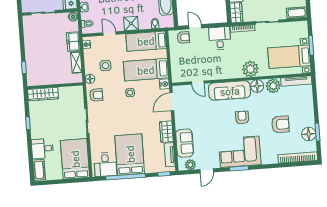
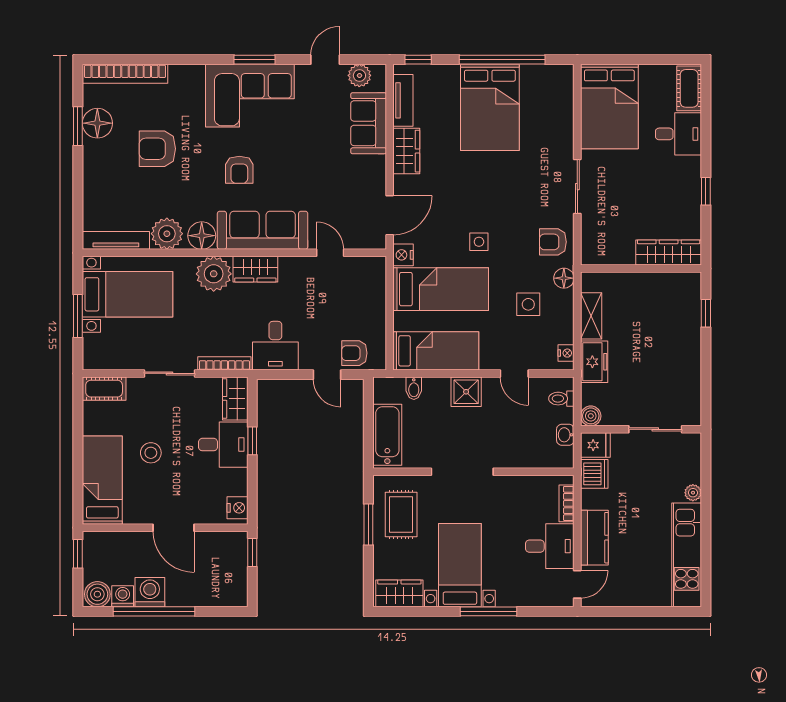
wardrobe: (231, 73) -> (255, 269), added
desk: (105, 165) -> (544, 89), removed

